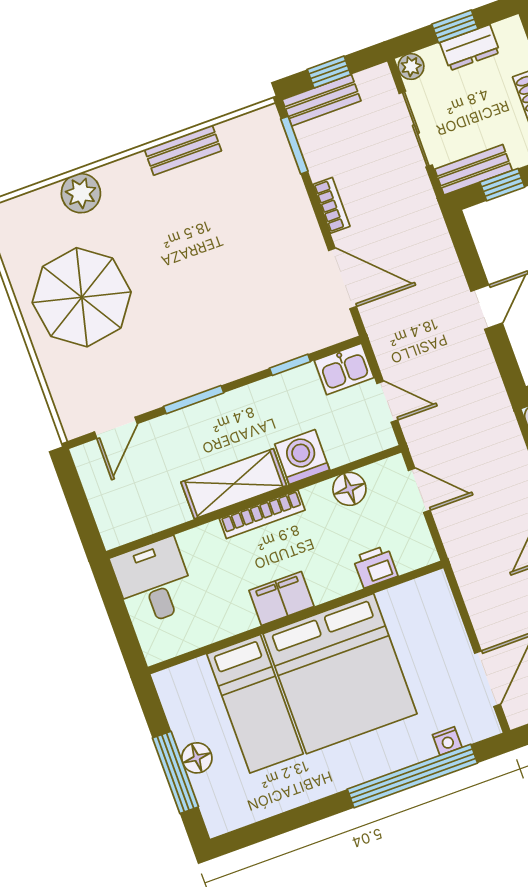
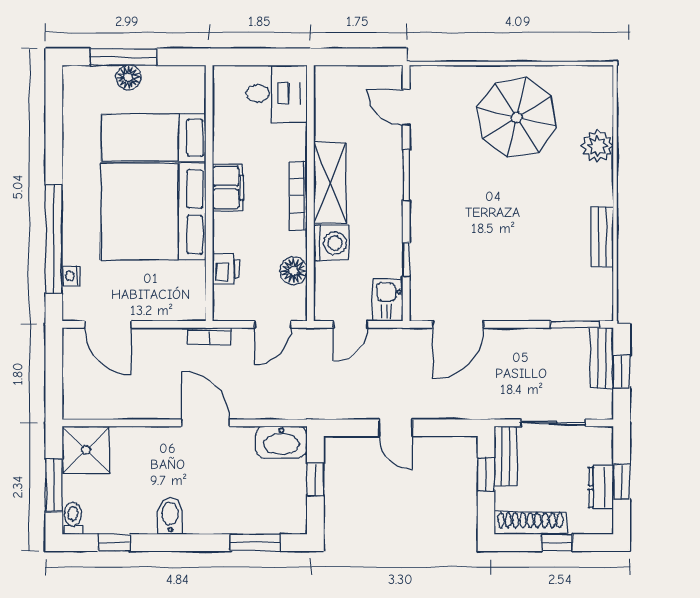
plant: (411, 66) -> (603, 437), removed
bookcase: (331, 205) -> (210, 336), moved

